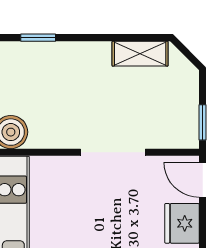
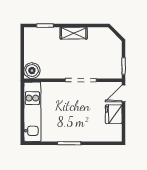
shelving: (140, 54) -> (74, 33), moved
door: (203, 180) -> (124, 93), hinge flipped

